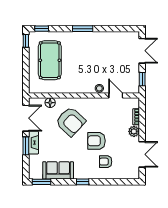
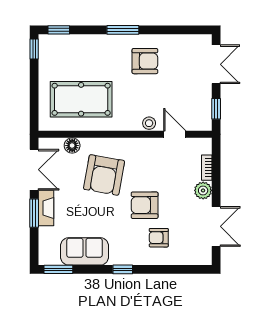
armchair: (97, 49) -> (145, 61), added
pool table: (50, 60) -> (81, 99), moved, turned 90
armchair: (71, 121) -> (104, 175), turned 57

